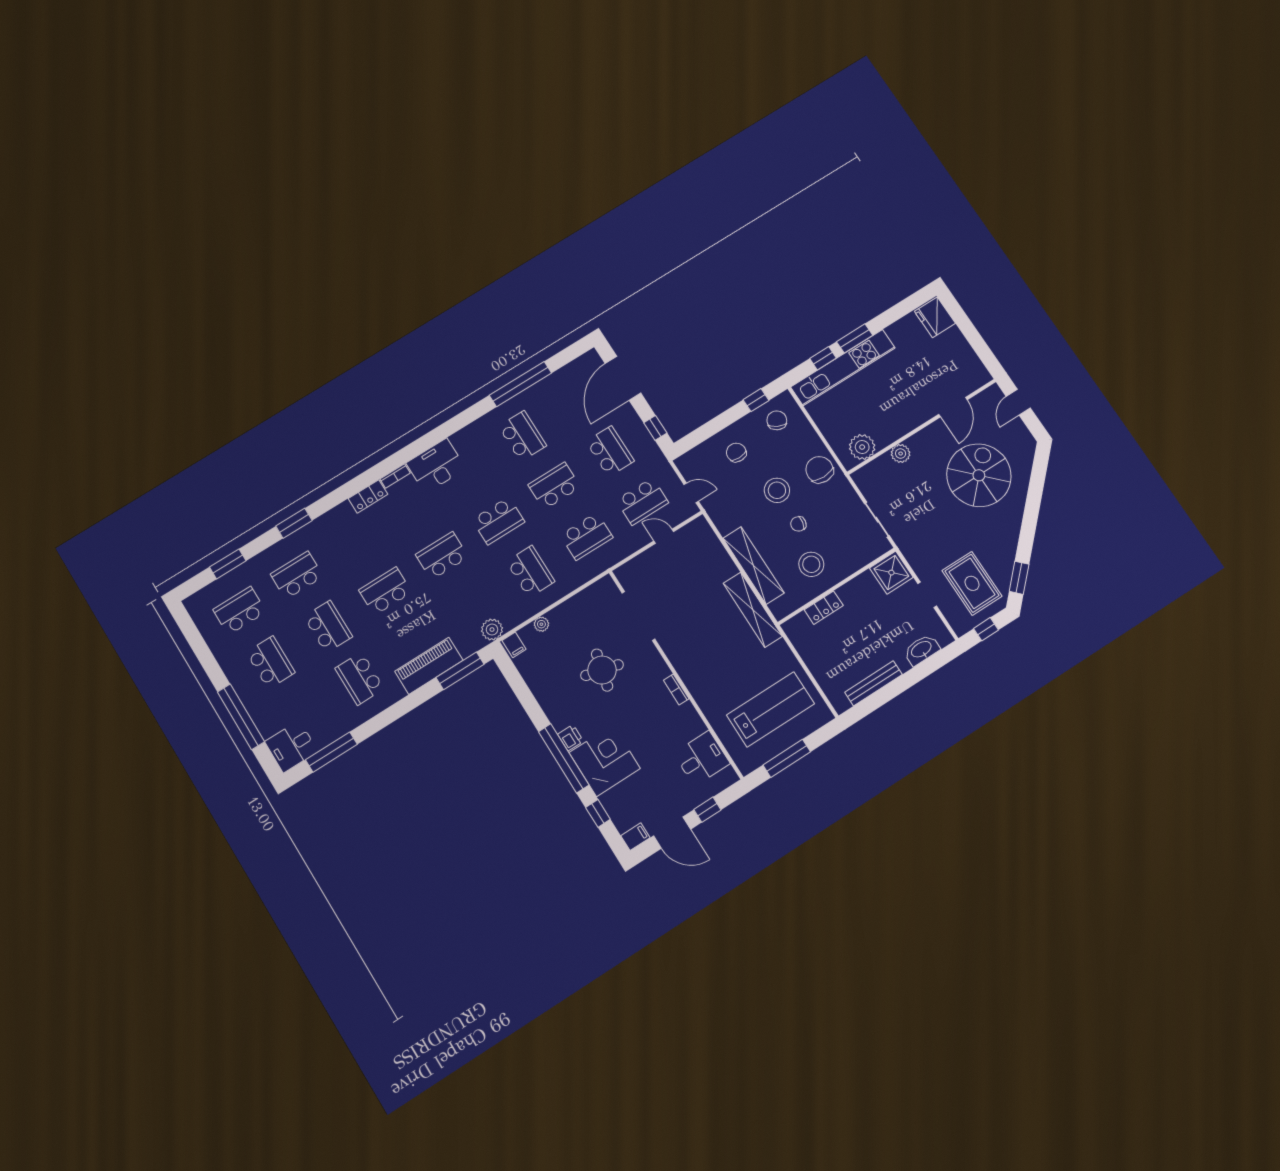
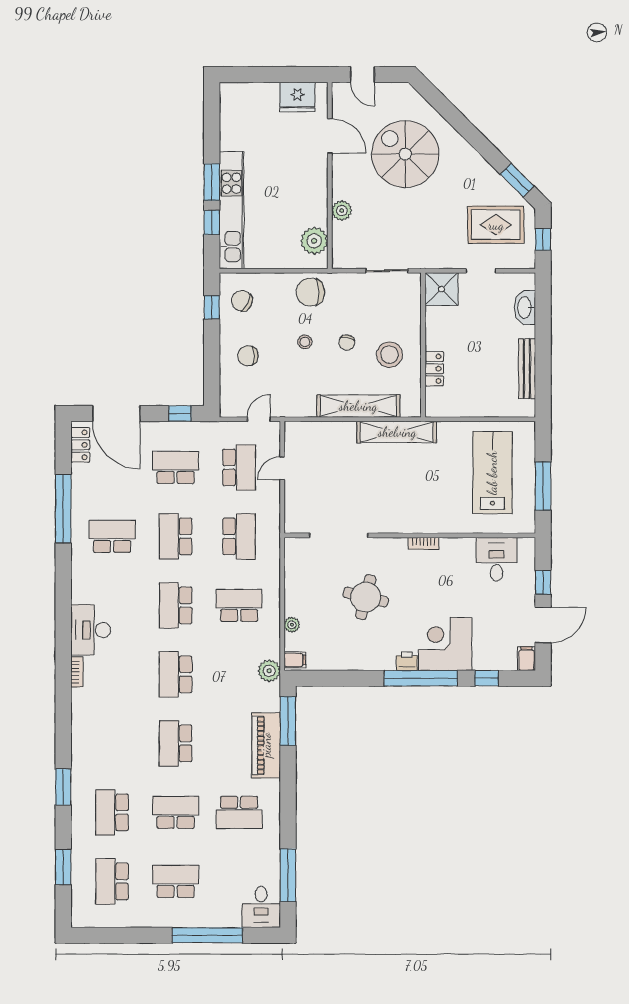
fridge: (935, 317) -> (297, 97), moved
stool: (777, 490) -> (305, 342), width x0.53, depth x0.53
locker: (368, 496) -> (80, 445), moved
school desk: (498, 521) -> (176, 605), turned 180

